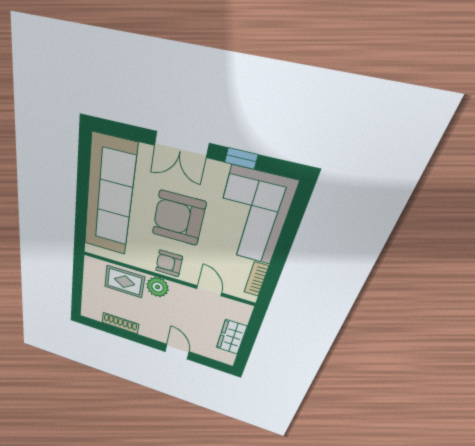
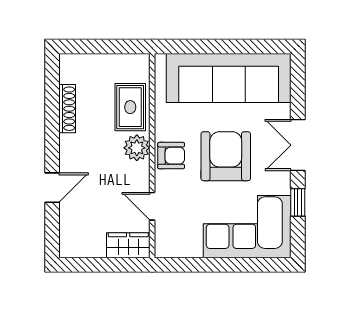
armchair: (169, 263) -> (171, 156), turned 90
bookcase: (256, 279) -> (183, 250), removed
door: (209, 291) -> (152, 206), swing flipped
wardrobe: (232, 337) -> (128, 245), moved

